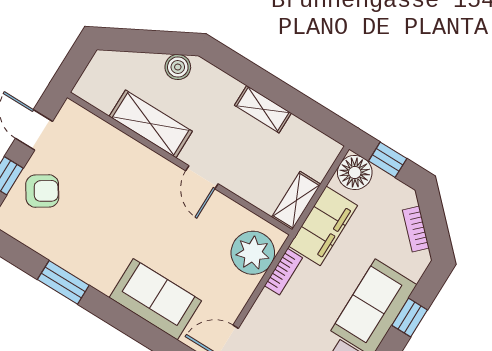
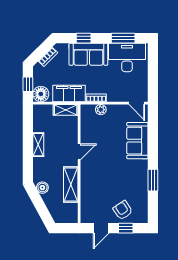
plant: (253, 253) -> (101, 110), width x0.53, depth x0.53

